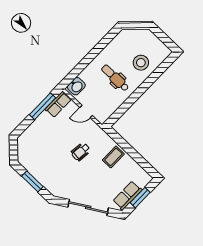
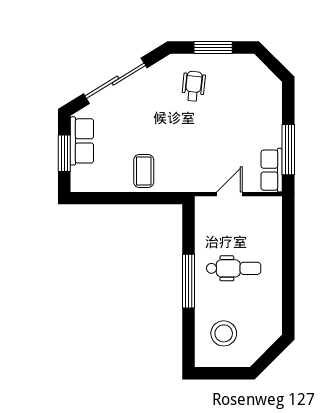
stool: (141, 63) -> (224, 333), moved
washbasin: (76, 86) -> (271, 213), removed
window: (140, 91) -> (188, 281), added
wheelchair: (81, 152) -> (194, 86), moved

